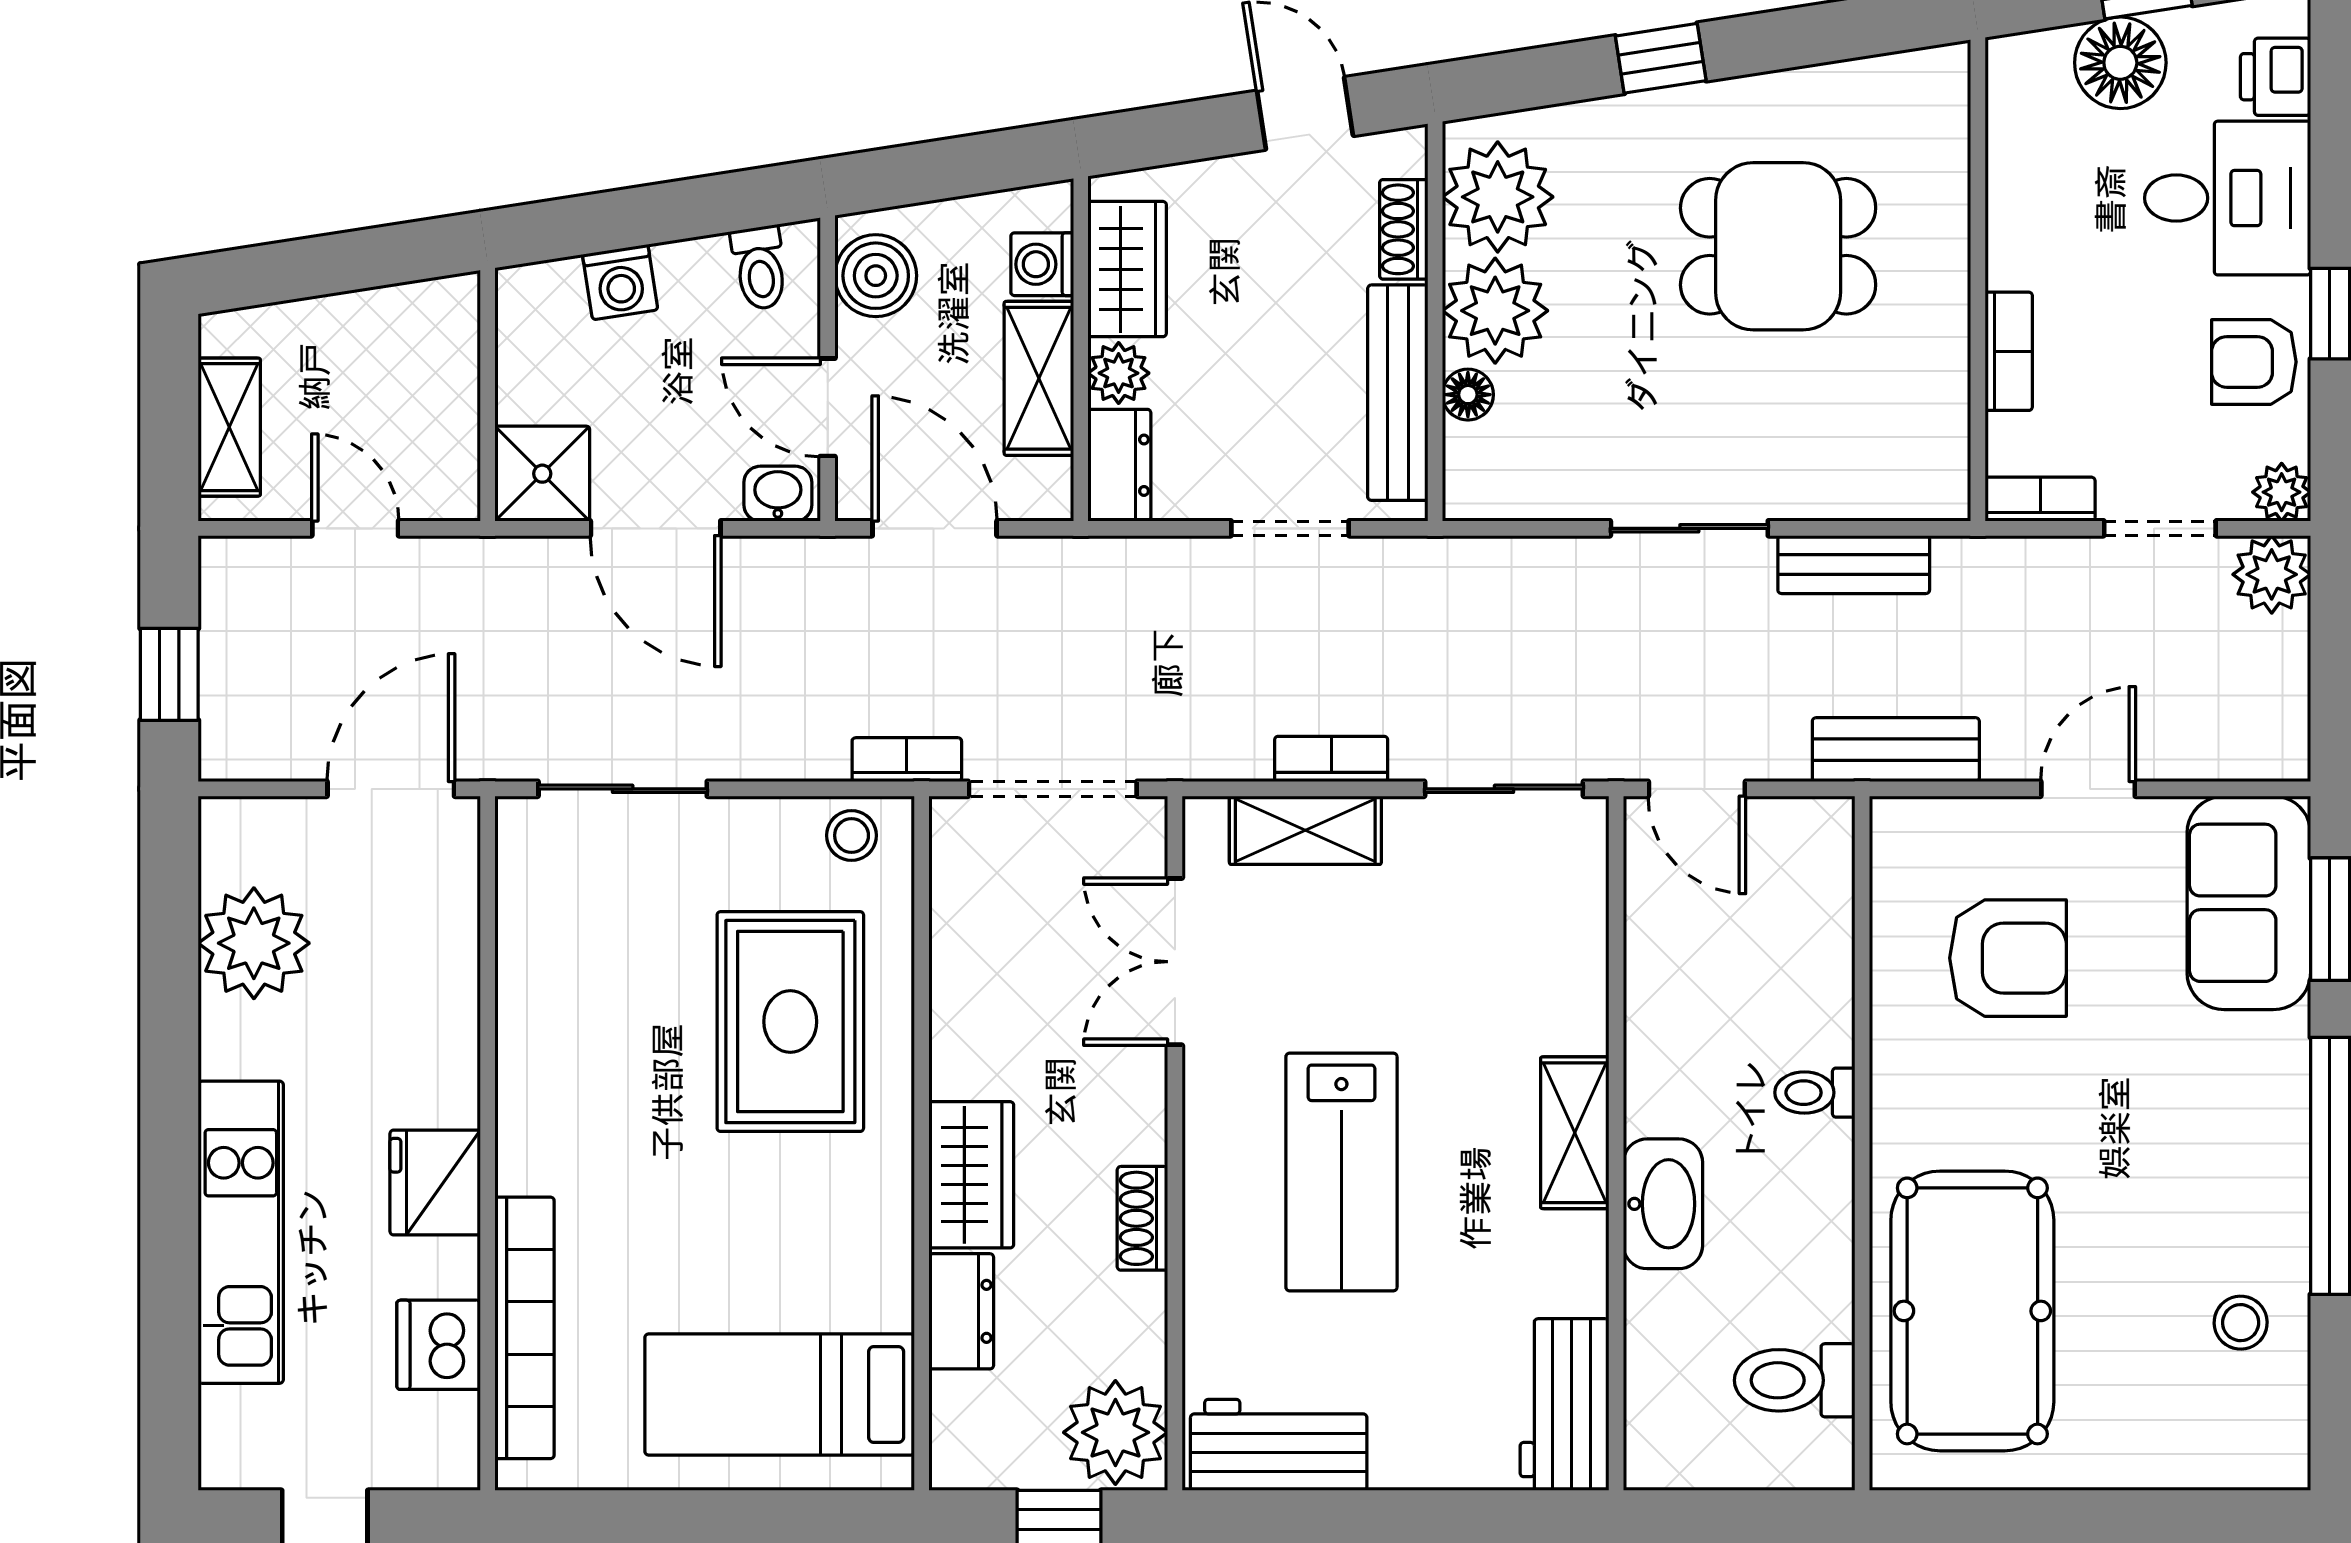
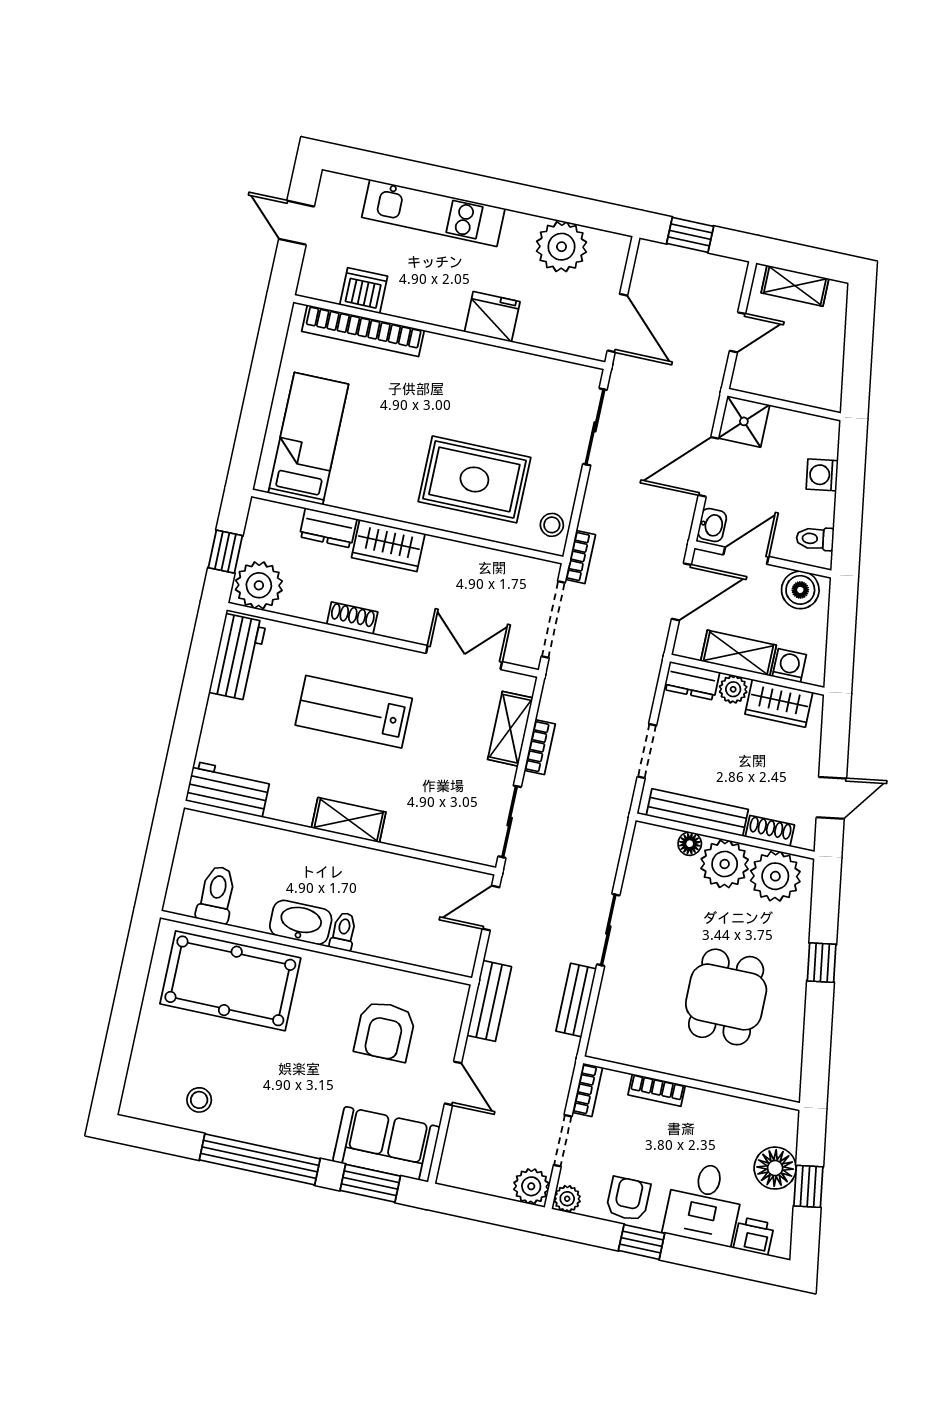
fridge: (435, 1183) -> (492, 317), moved
washbasin: (1663, 1204) -> (301, 922), moved, turned 180

